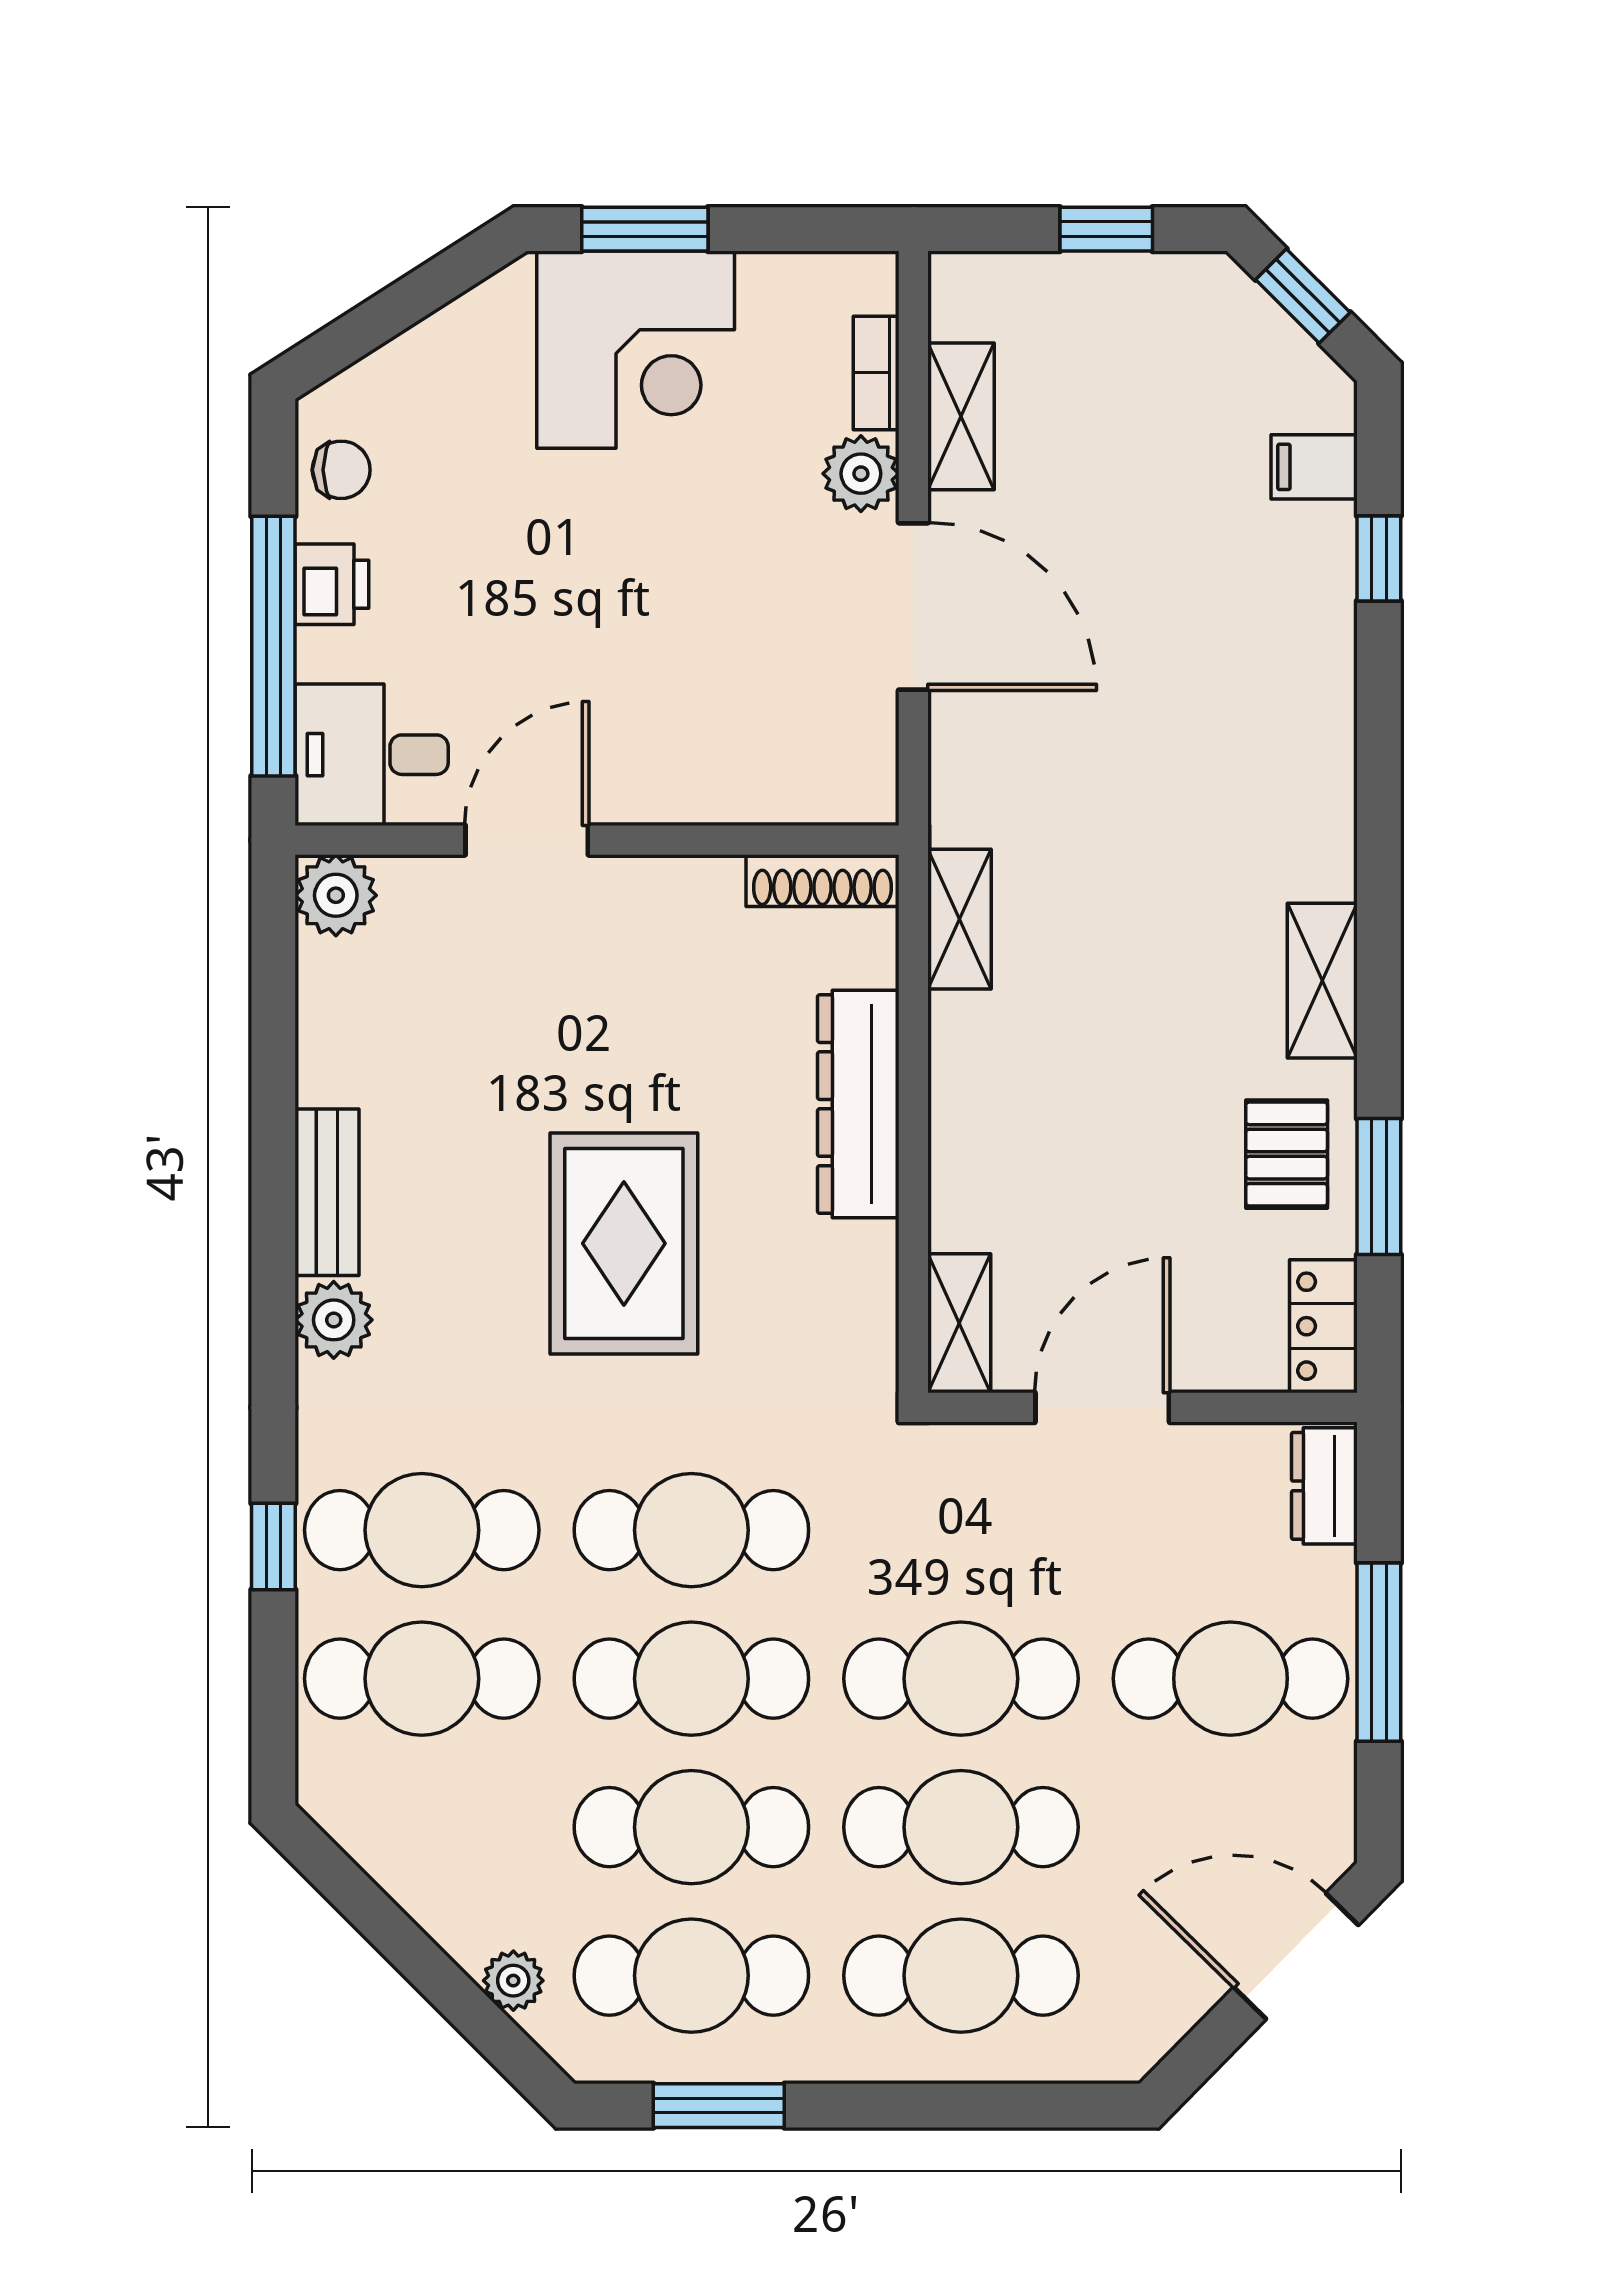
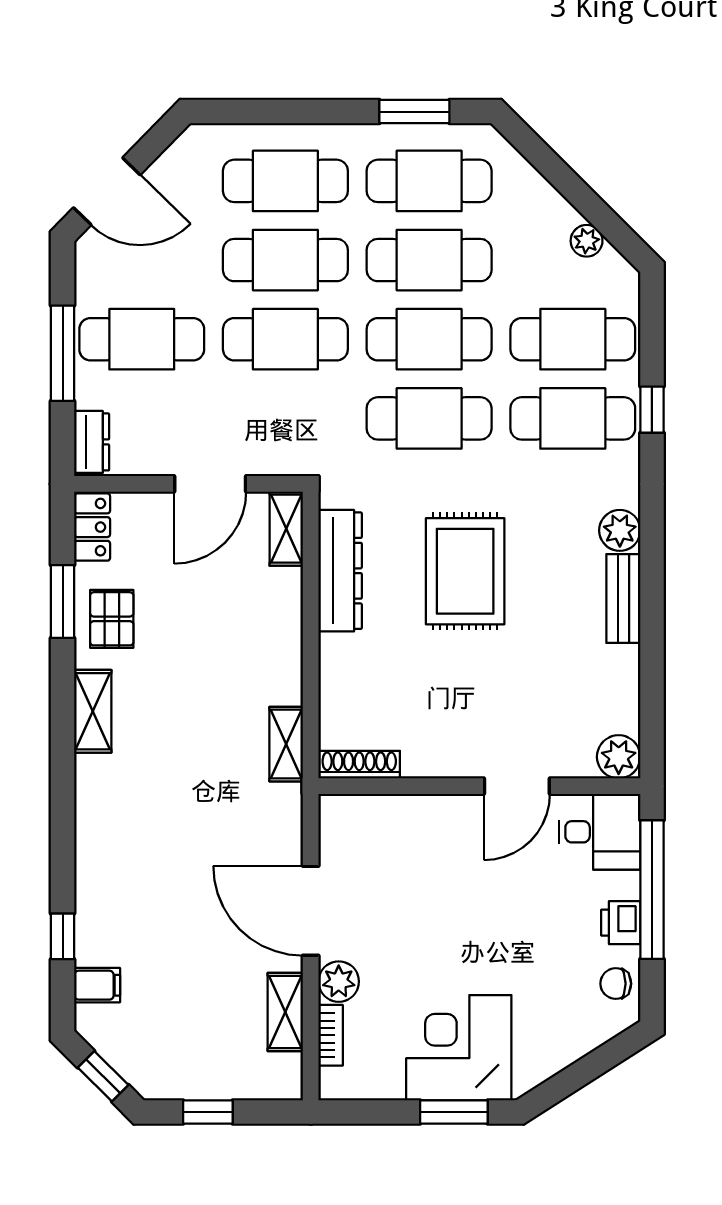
dresser: (858, 1104) -> (340, 571), moved
plant: (513, 1981) -> (587, 241), moved

